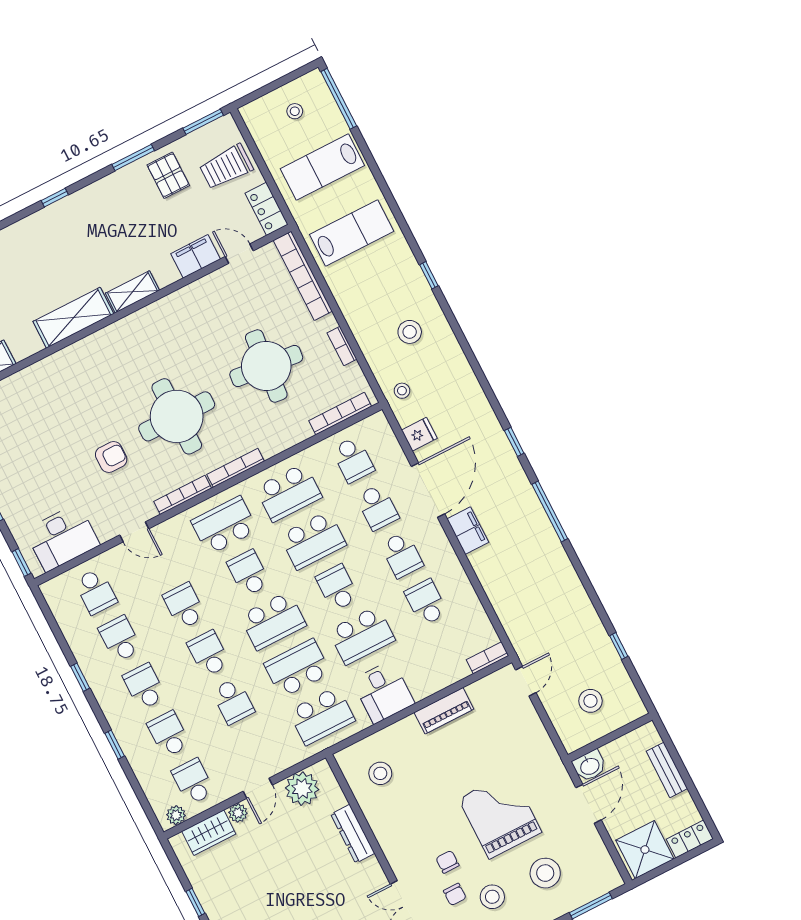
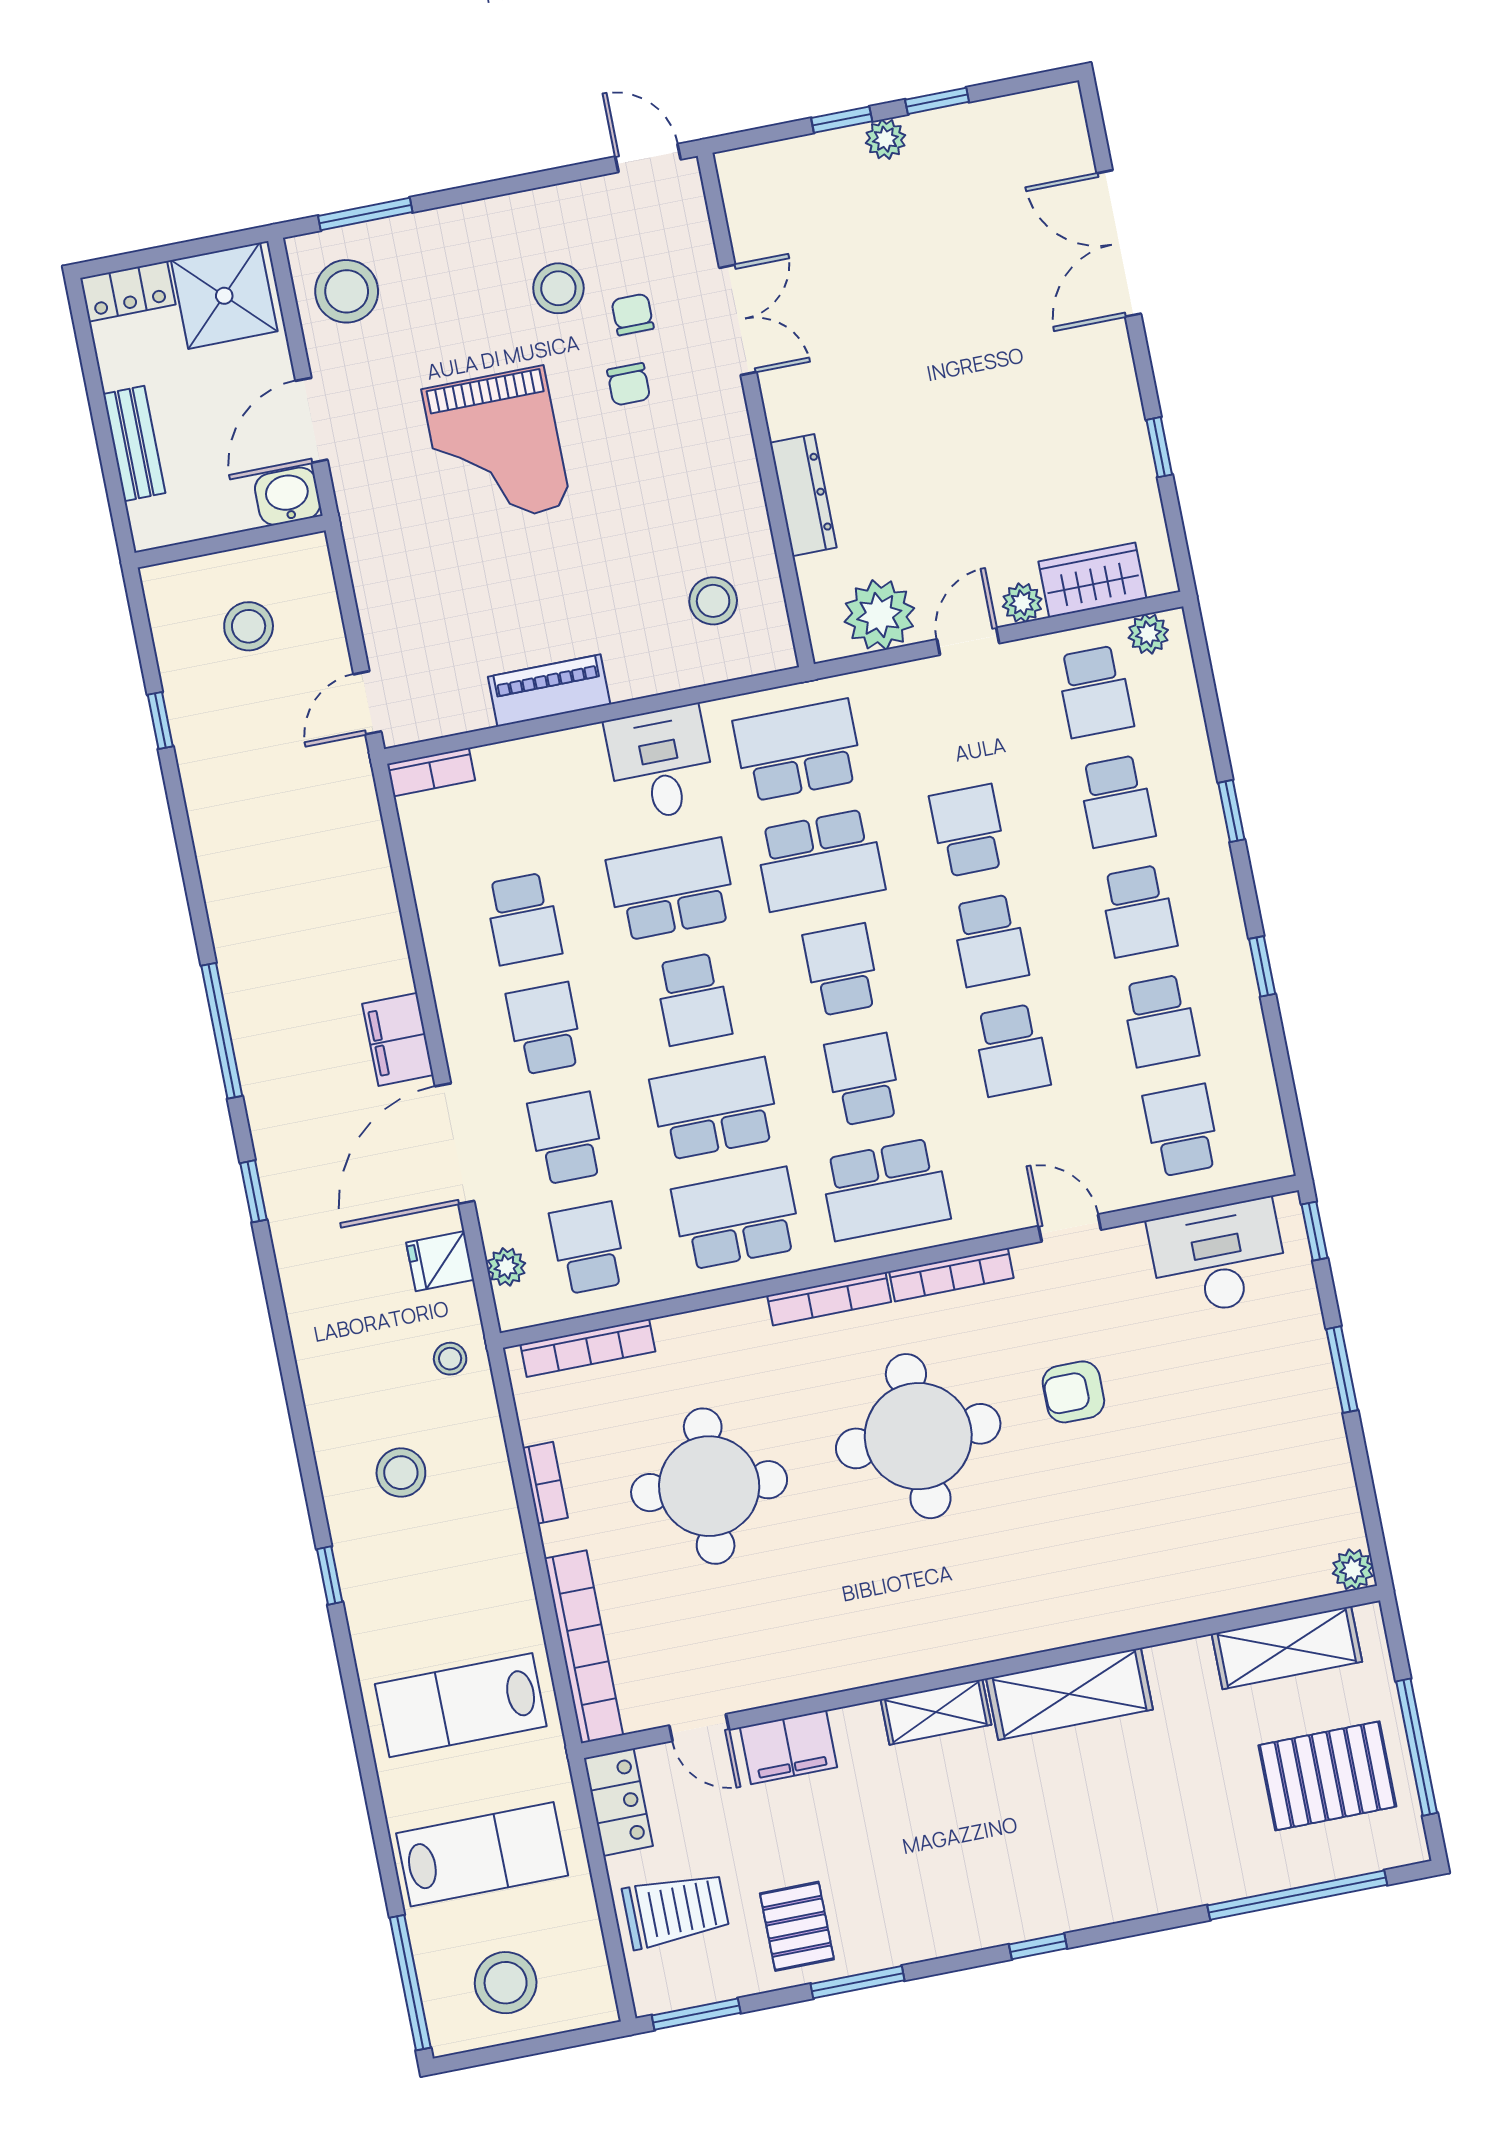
stool: (295, 111) -> (506, 1983), width x1.89, depth x1.89
plant: (388, 440) -> (506, 1267), added
school desk: (249, 573) -> (863, 1079), turned 180
school desk: (273, 621) -> (842, 970), width x0.54
stool: (545, 873) -> (347, 291), moved

